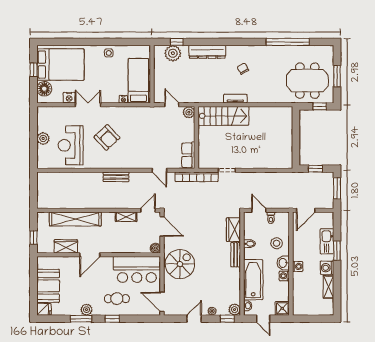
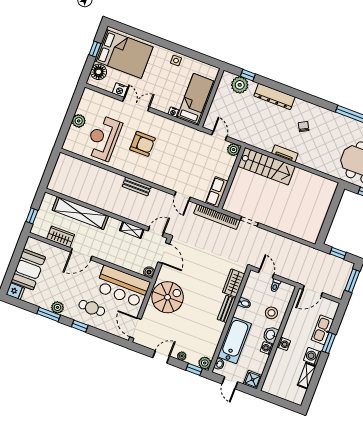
armchair: (107, 137) -> (143, 144), turned -47

